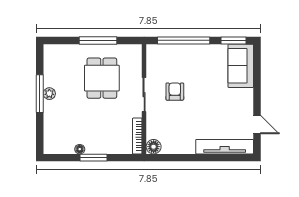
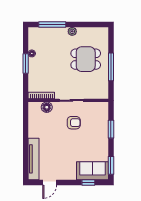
window: (184, 40) -> (111, 129), width x0.47
window: (257, 71) -> (88, 182), added
dining table: (102, 78) -> (86, 59), moved
window: (40, 94) -> (52, 24), moved
floor lamp: (154, 147) -> (47, 107), moved

